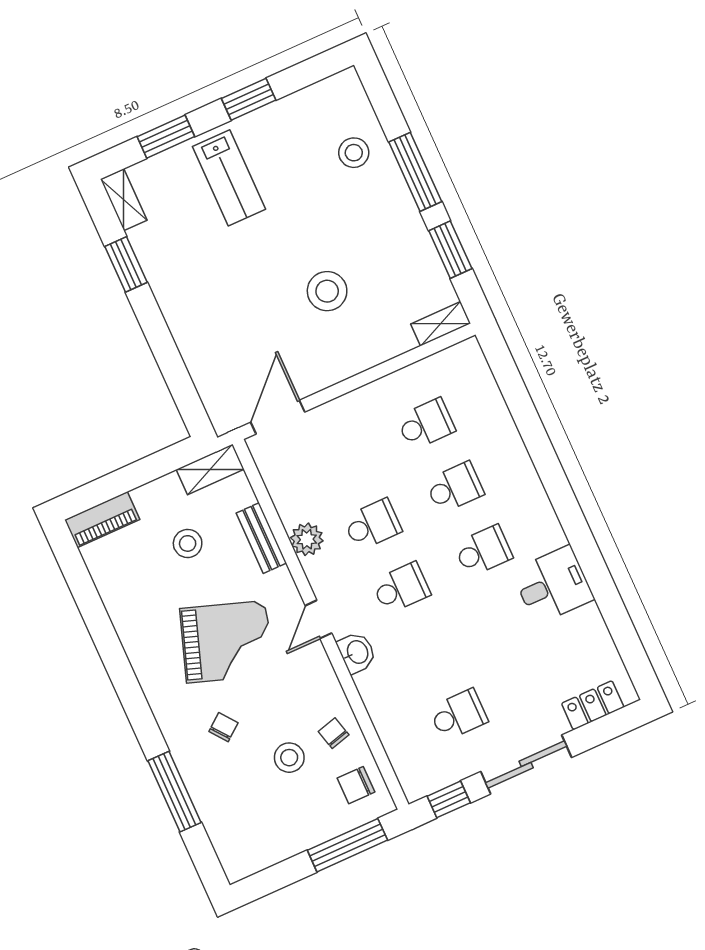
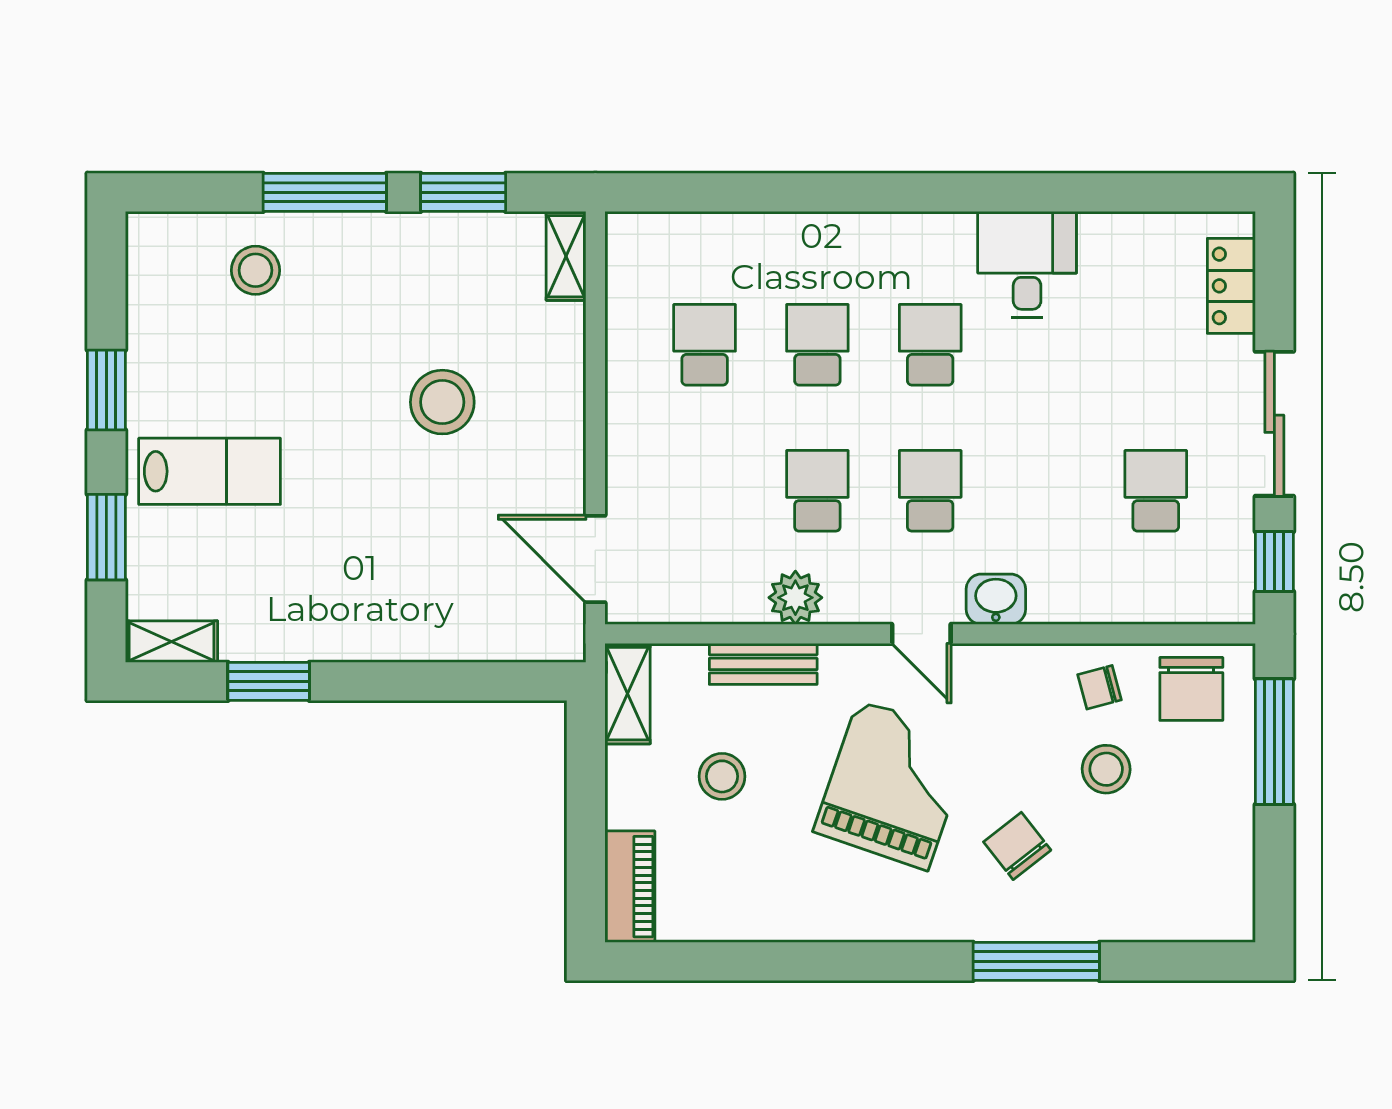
chair: (223, 727) -> (1017, 846), width x1.37, depth x1.37
chair: (356, 785) -> (1191, 689), width x1.37, depth x1.37
window: (174, 792) -> (1036, 961), moved

